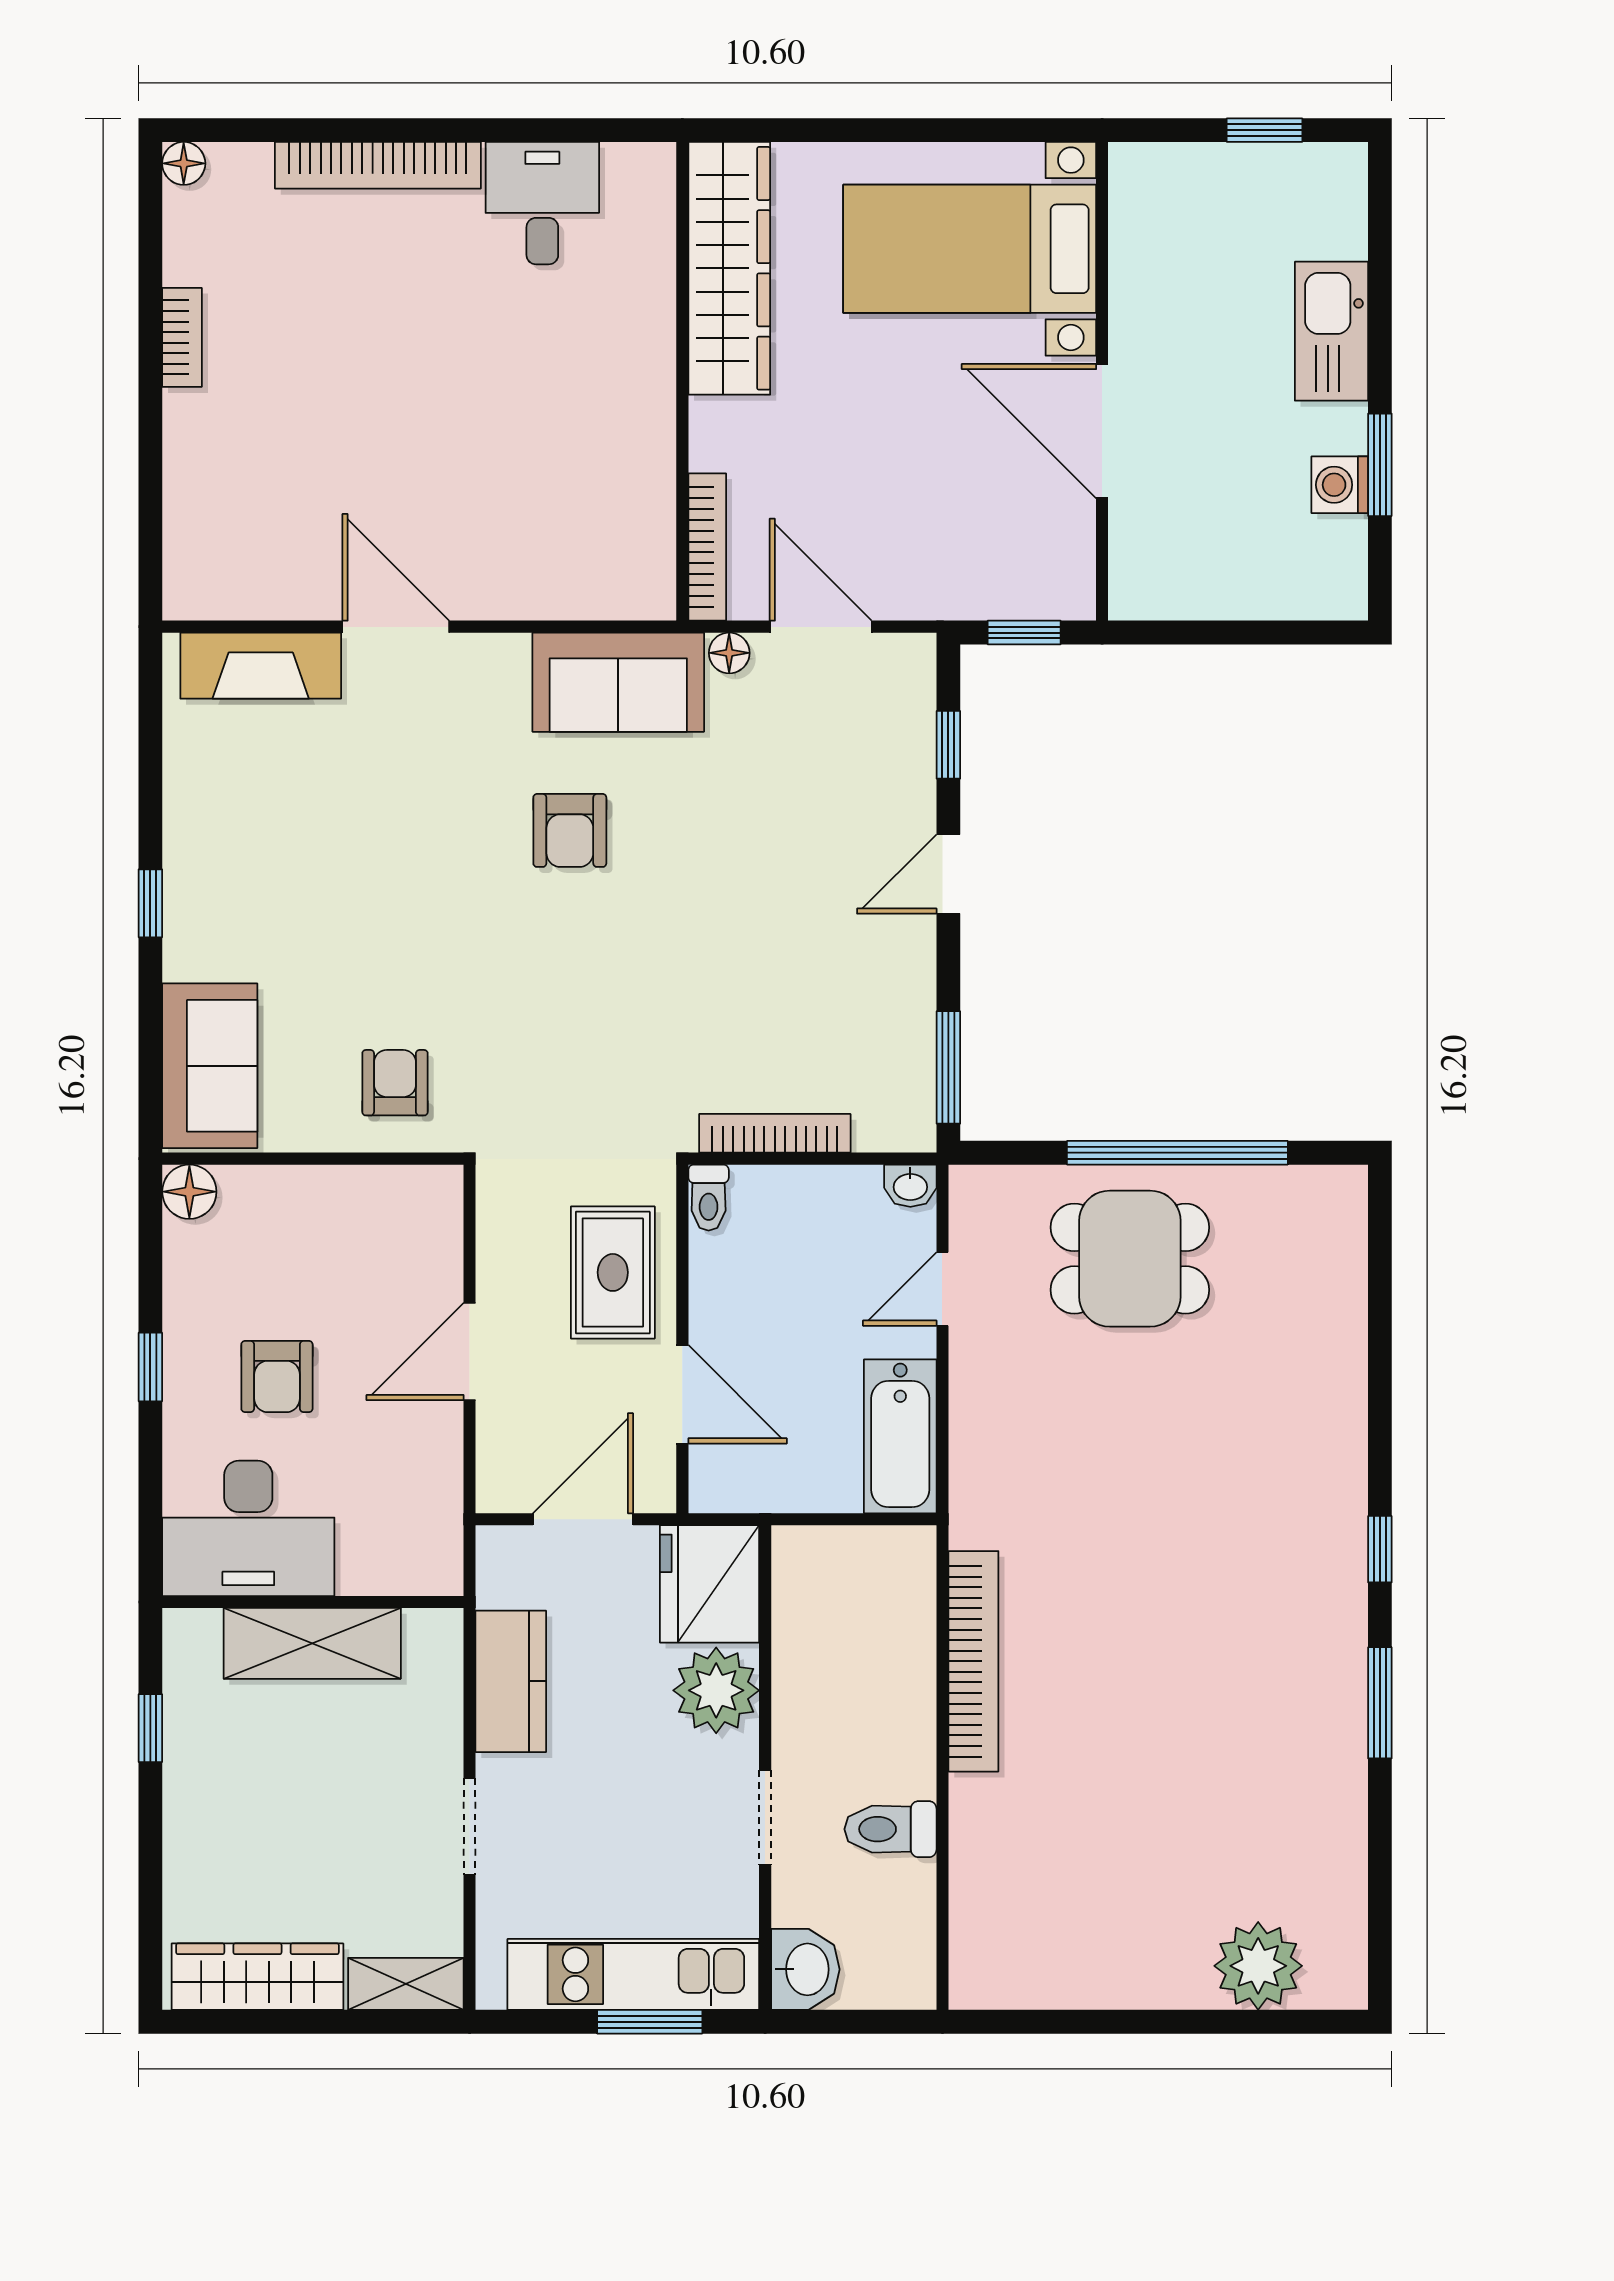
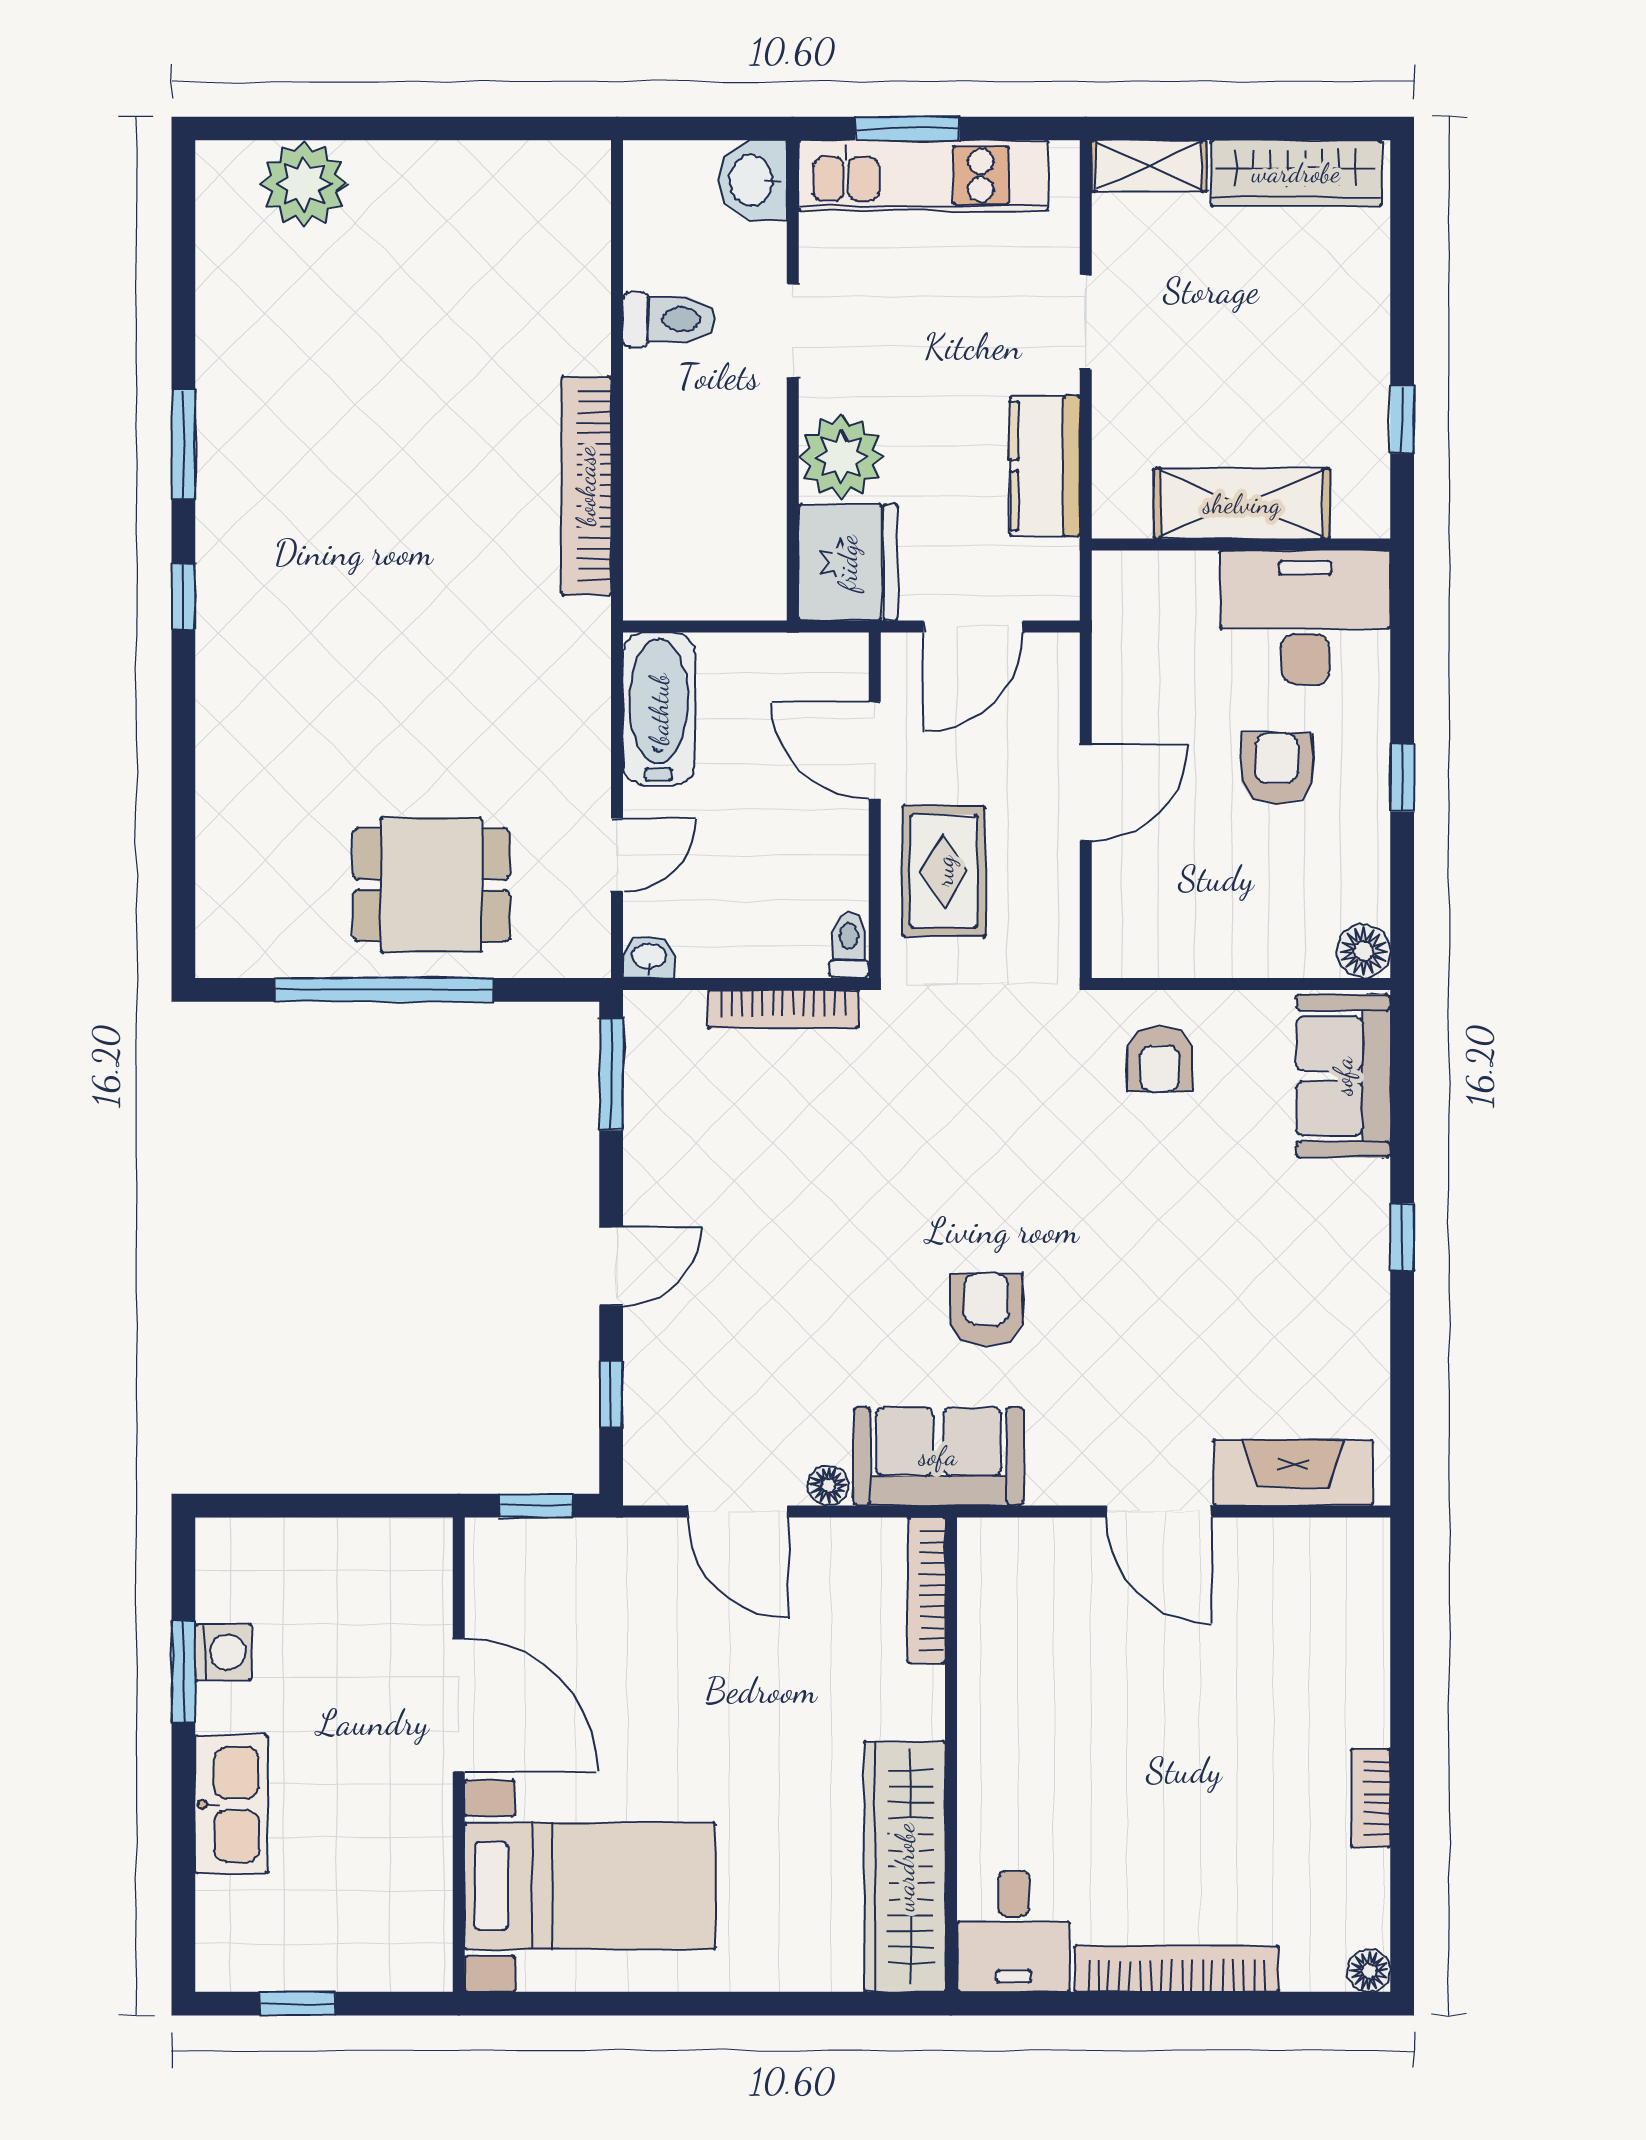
wardrobe: (729, 268) -> (905, 1867), moved
wall: (682, 381) -> (951, 1755), moved
bookcase: (707, 547) -> (926, 1590), moved

